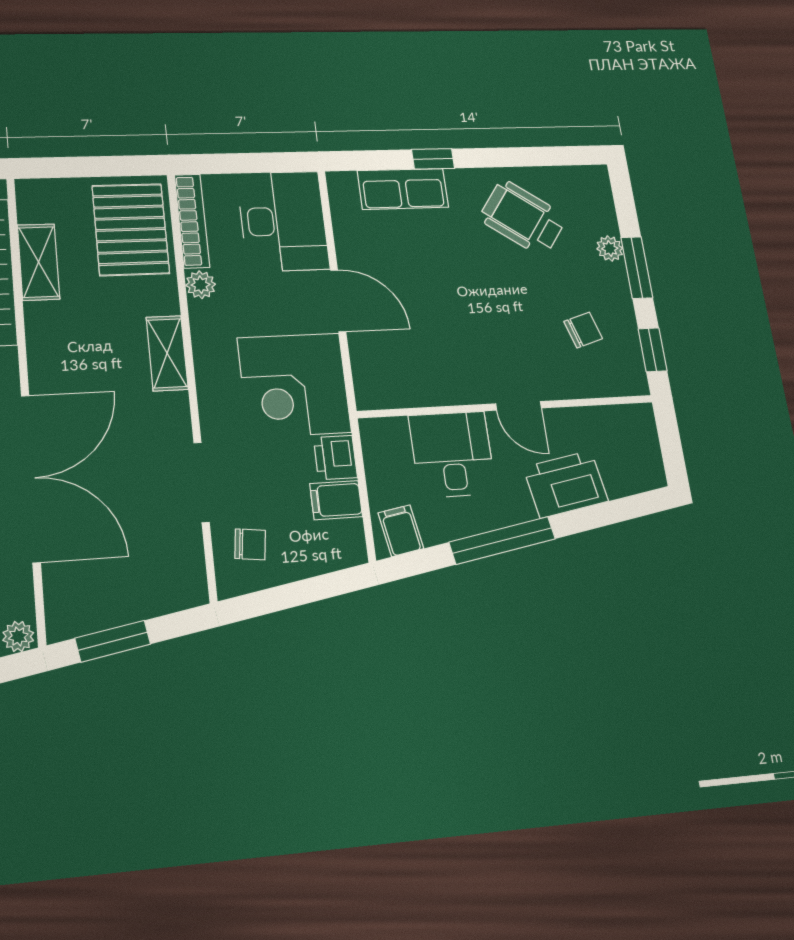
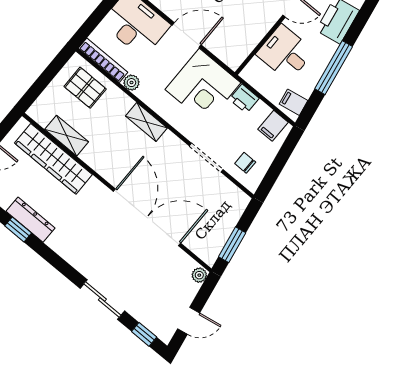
pallet: (131, 229) -> (85, 88), width x0.67, depth x0.71
filing cabinet: (336, 500) -> (273, 126), moved
chair: (250, 544) -> (245, 163), turned -97

